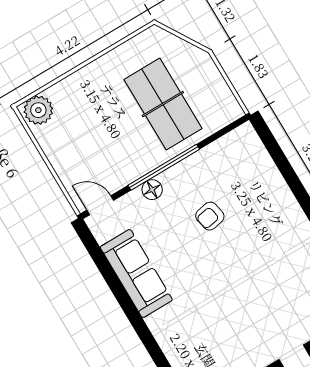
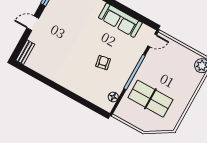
floor lamp: (152, 190) -> (113, 97), moved

